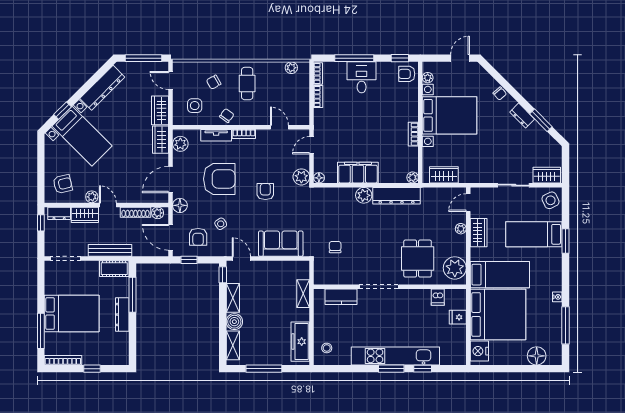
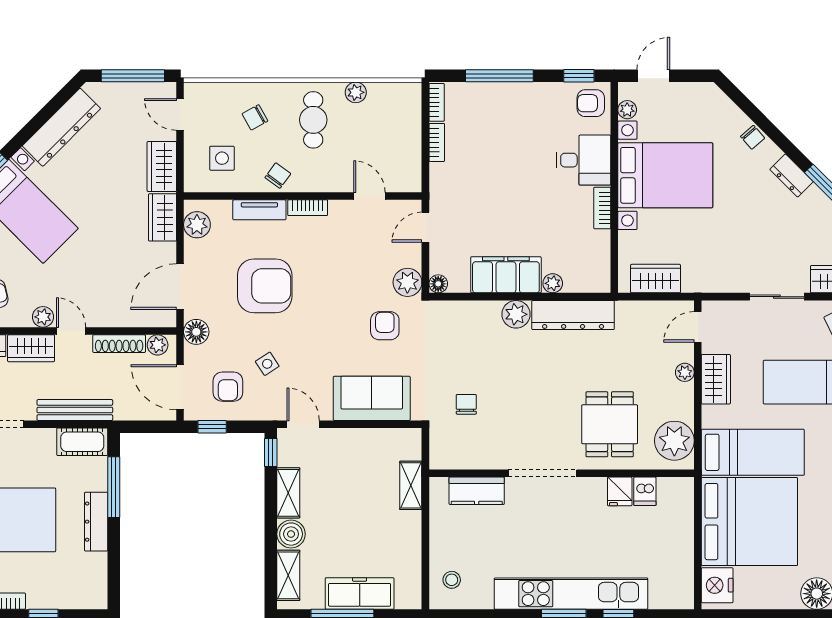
door: (460, 58) -> (653, 76), moved
plant: (291, 68) -> (356, 92), moved
desk: (362, 77) -> (584, 160), moved, turned 90
plant: (413, 177) -> (553, 283), moved
armchair: (265, 192) -> (385, 326), moved
fridge: (458, 317) -> (620, 491), moved, turned -90
freezer: (300, 342) -> (360, 594), moved, turned 90

